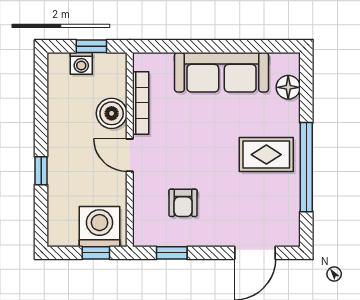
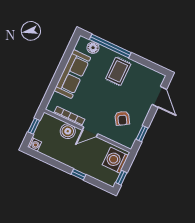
washing machine: (81, 63) -> (34, 144), moved
window: (306, 167) -> (110, 46), moved
armchair: (183, 203) -> (122, 118), turned 58
window: (96, 253) -> (121, 178), moved

